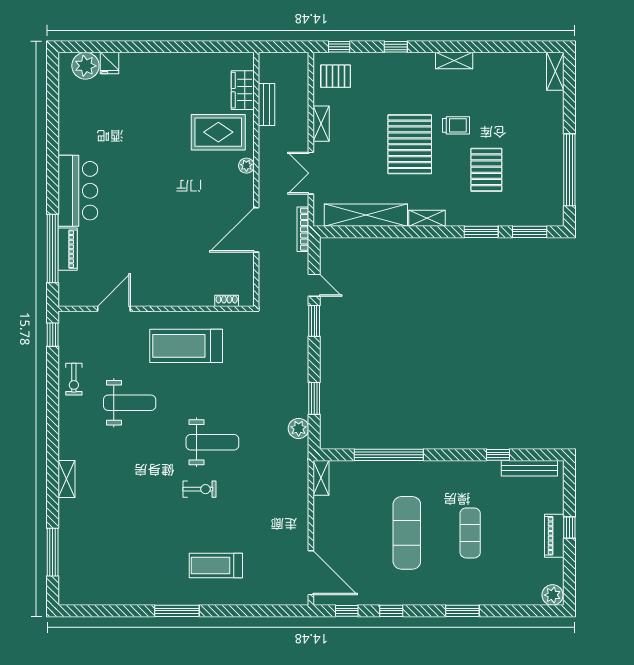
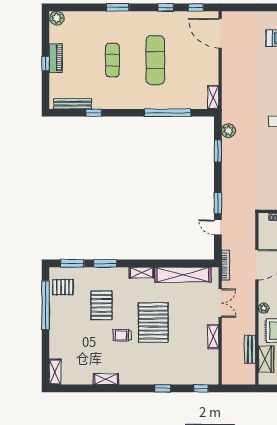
shelving: (454, 61) -> (106, 379), moved
pallet: (336, 76) -> (63, 287), moved

